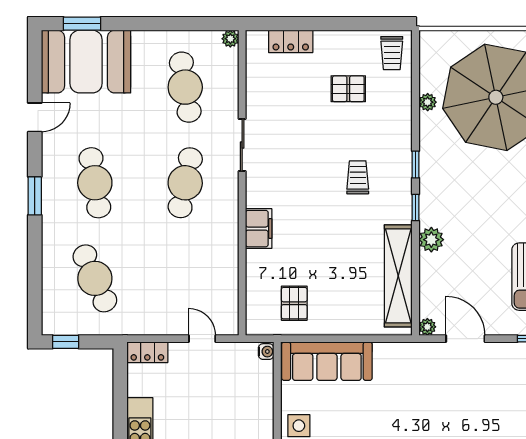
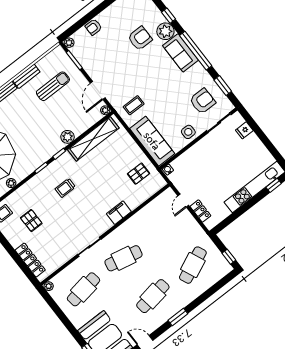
locker: (291, 41) -> (30, 260), width x1.53
locker: (147, 352) -> (200, 211), moved
coffee table: (402, 375) -> (134, 105), added

